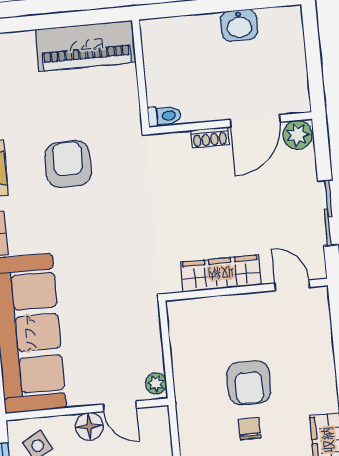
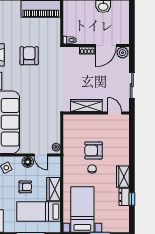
armchair: (249, 383) -> (93, 150), turned 90

